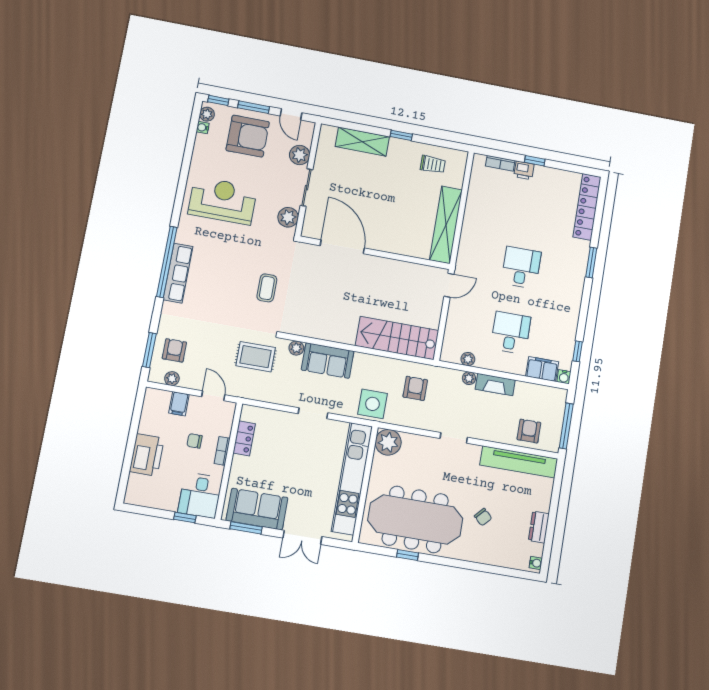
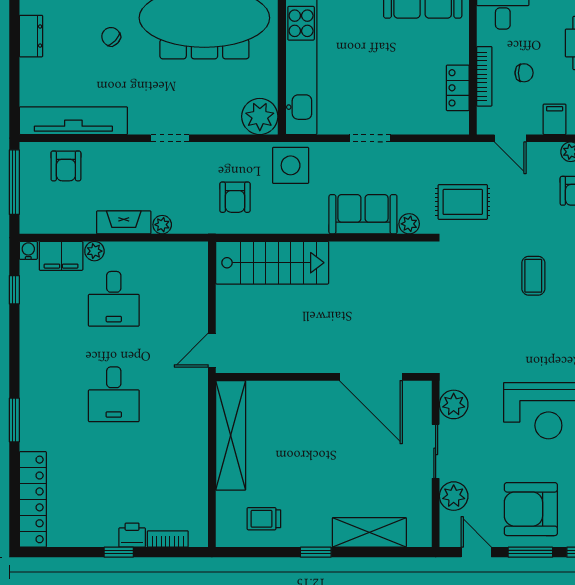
coffee table: (267, 288) -> (533, 276), moved
plant: (468, 359) -> (94, 251), moved
bookcase: (222, 451) -> (484, 76), width x1.56

